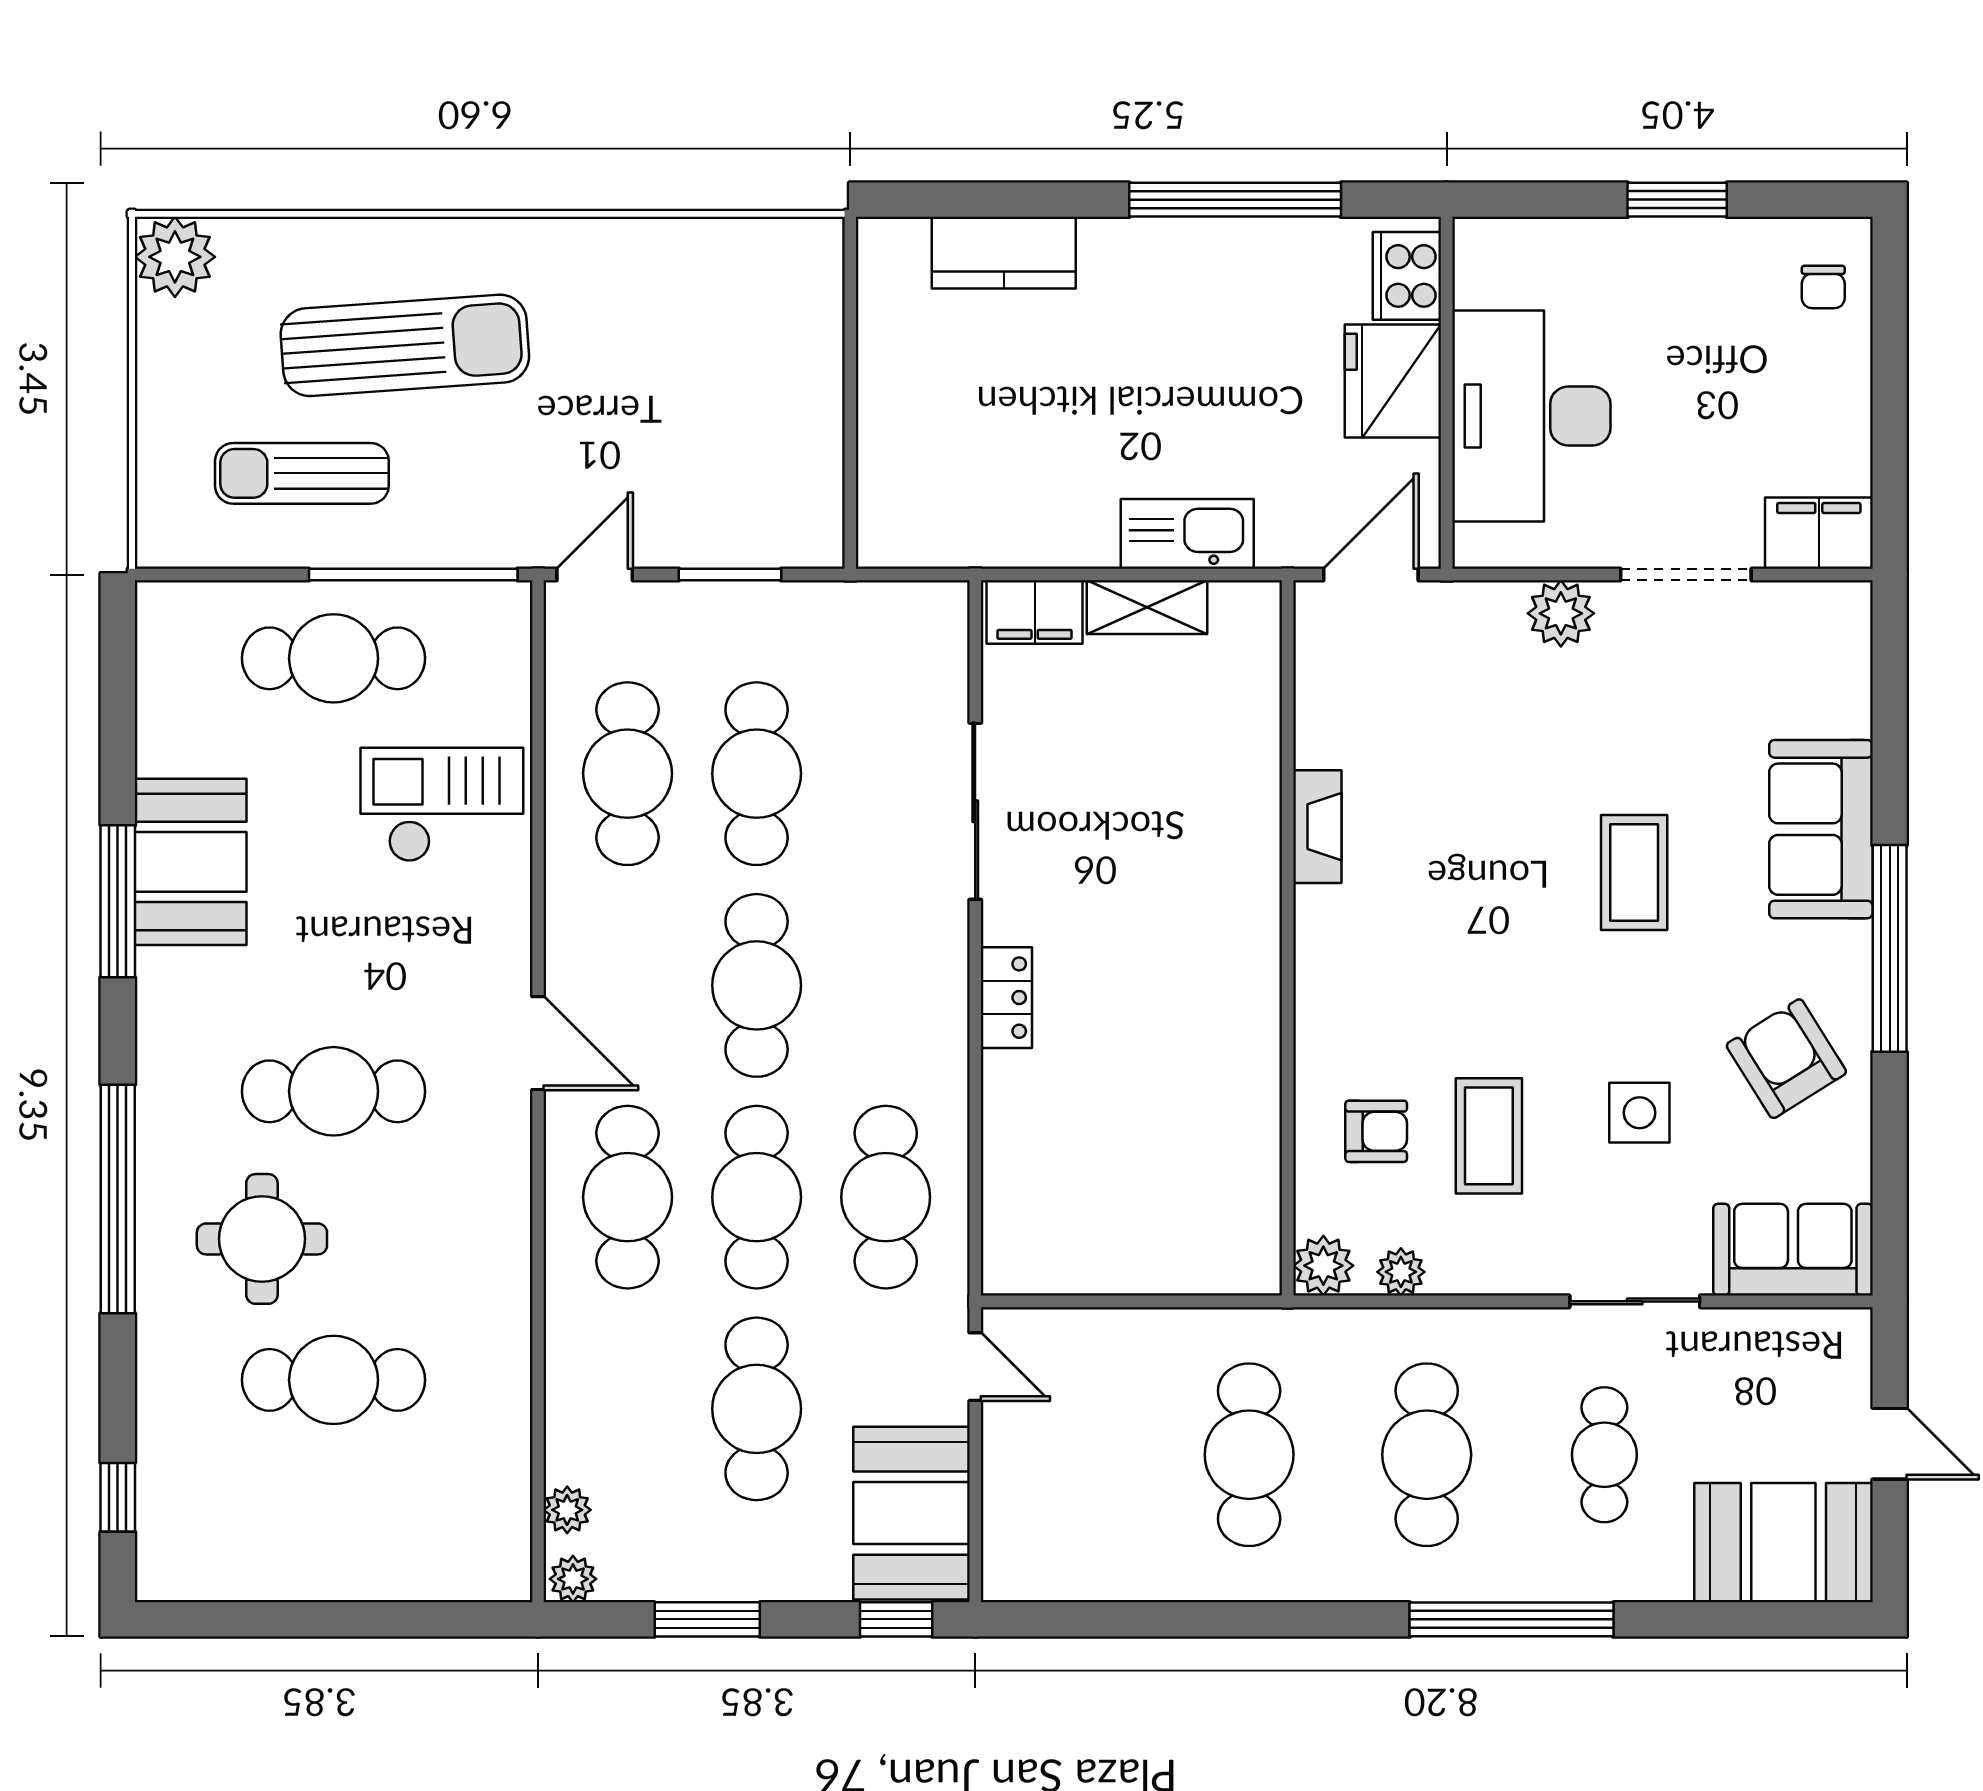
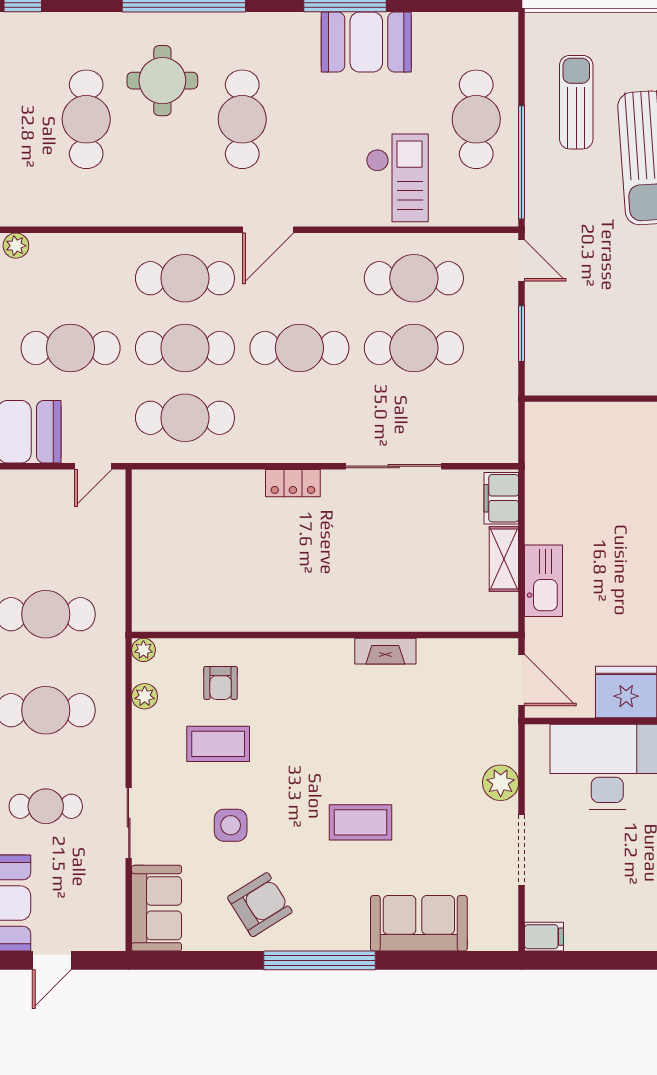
filing cabinet: (1819, 533) -> (544, 937), width x0.50
sofa: (1821, 829) -> (419, 923), moved
plant: (1323, 1266) -> (143, 650), width x0.73, depth x0.73

